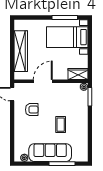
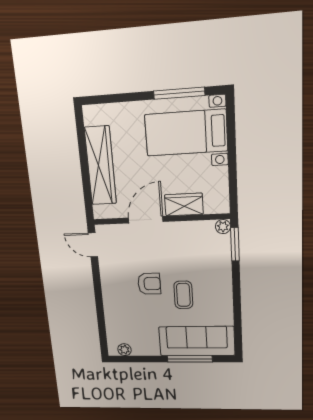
wardrobe: (78, 74) -> (184, 205), moved
armchair: (32, 110) -> (149, 284), moved
sofa: (50, 153) -> (197, 341), moved

